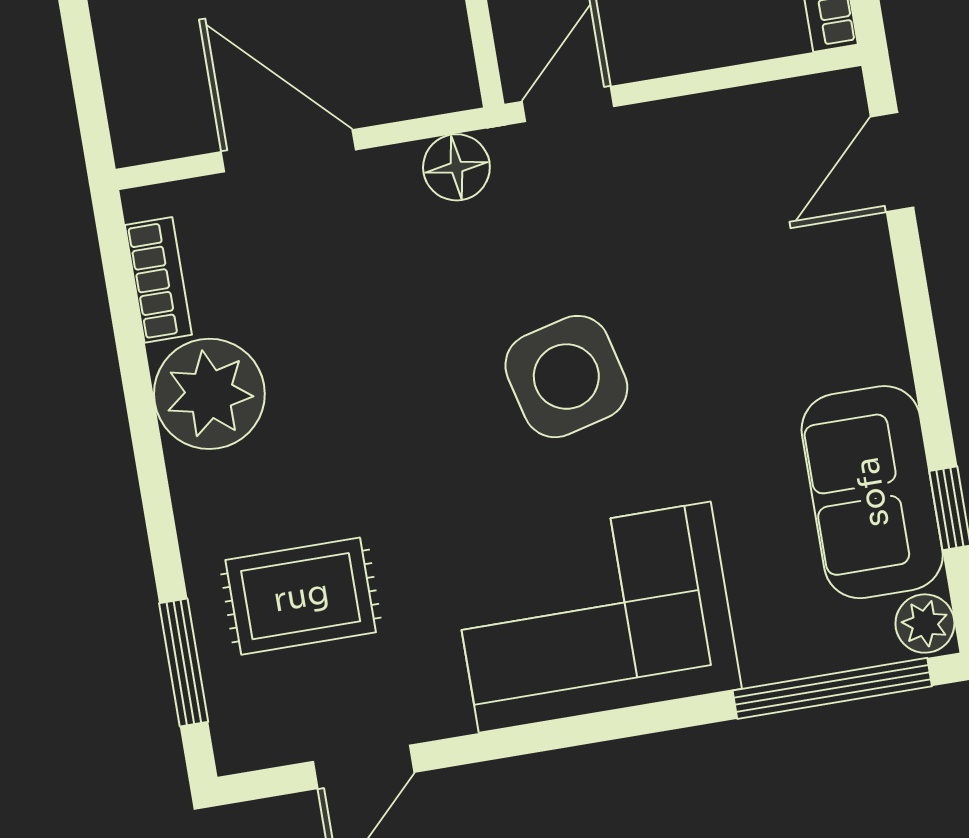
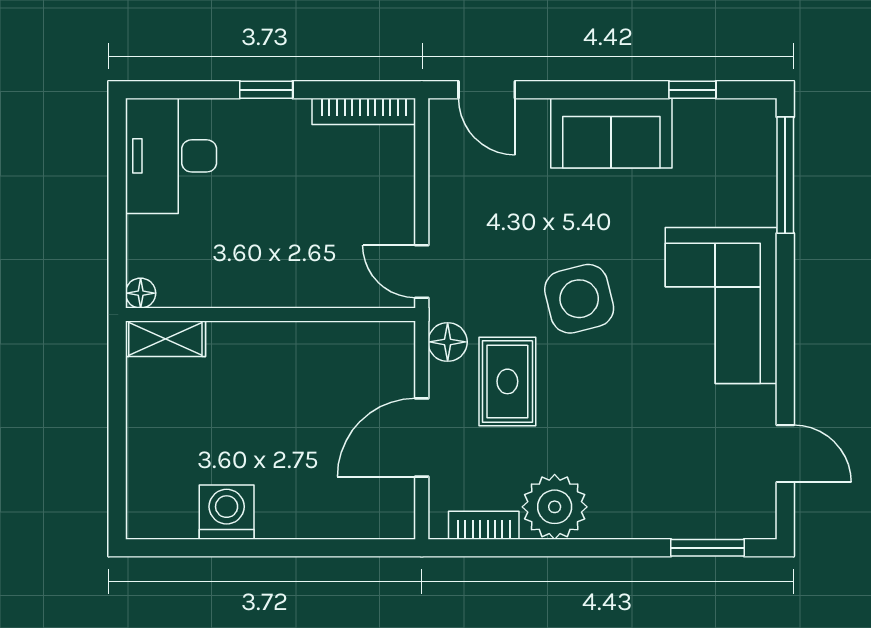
sofa: (872, 492) -> (611, 133), moved
rug: (301, 596) -> (507, 381), moved
plant: (925, 624) -> (757, 115), removed

